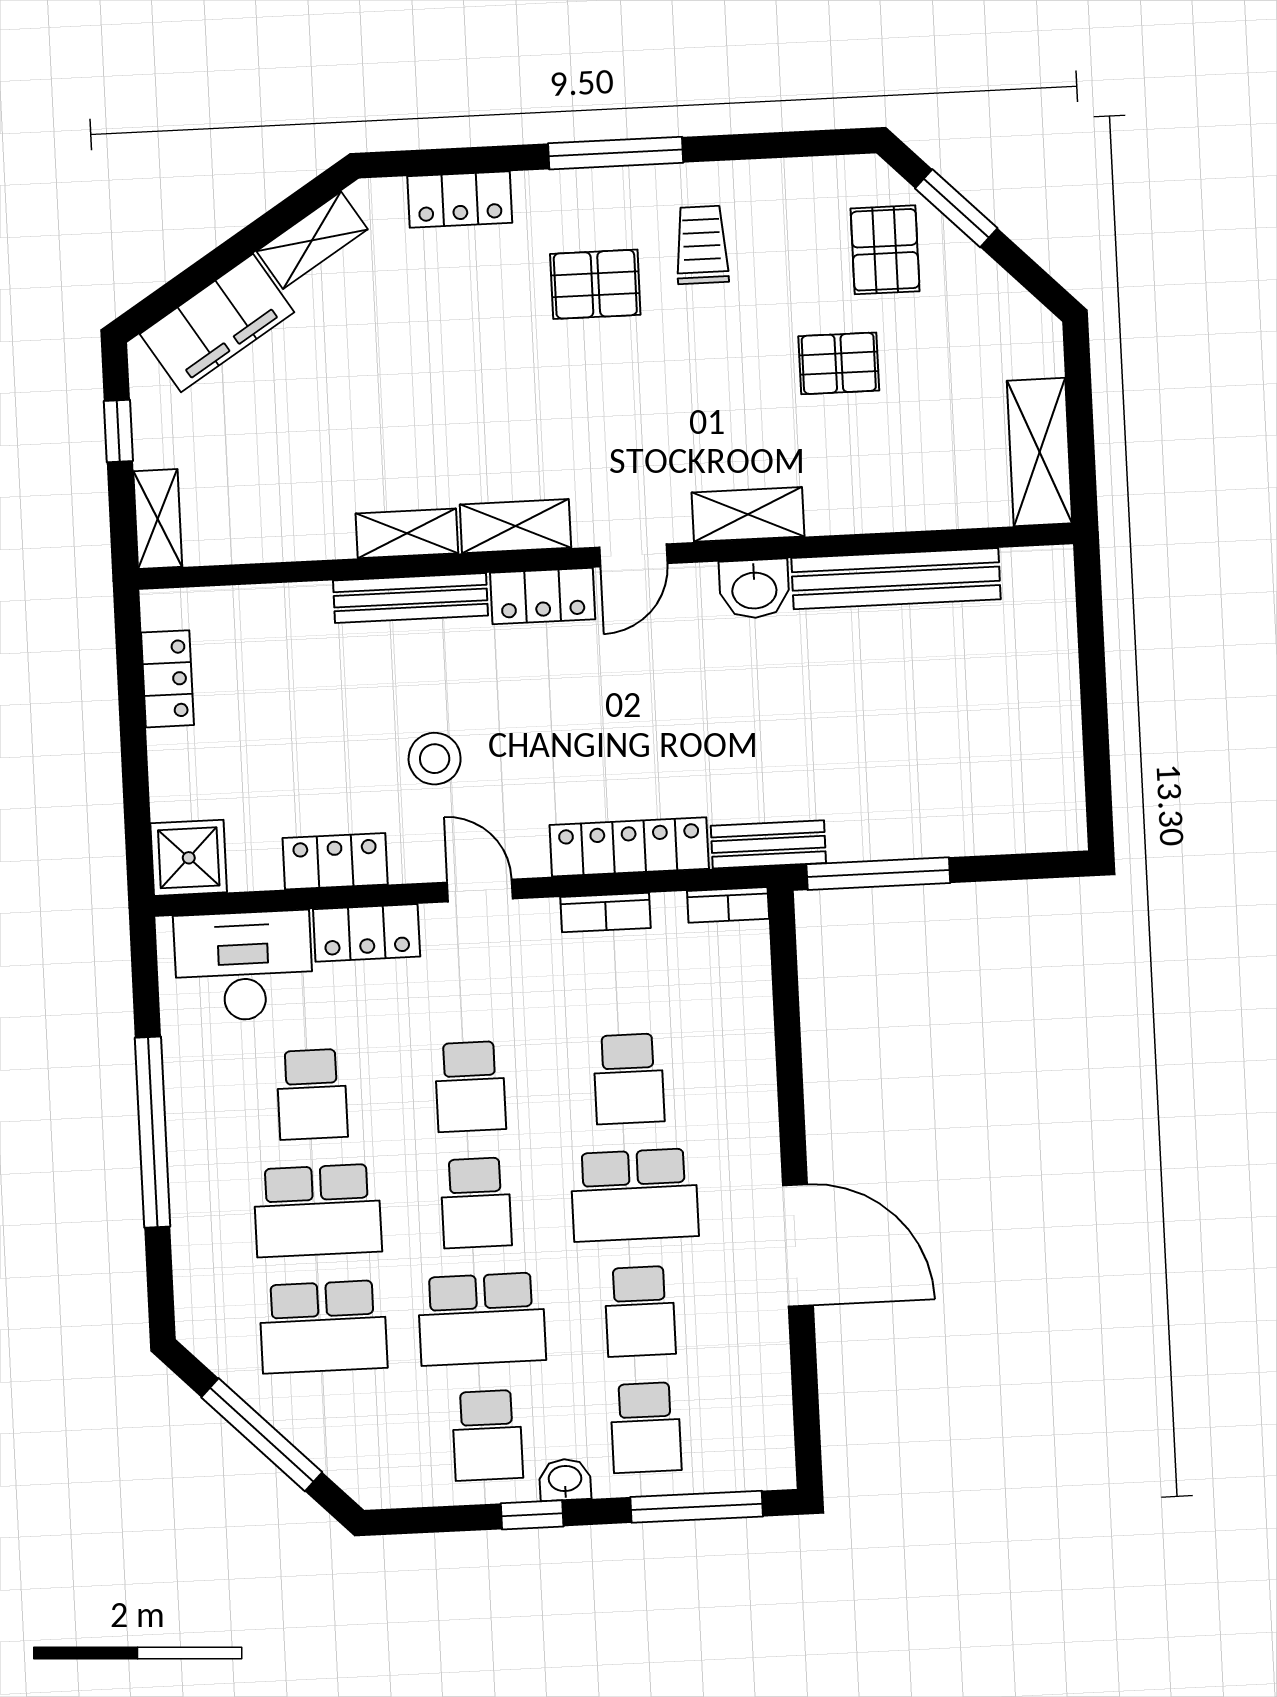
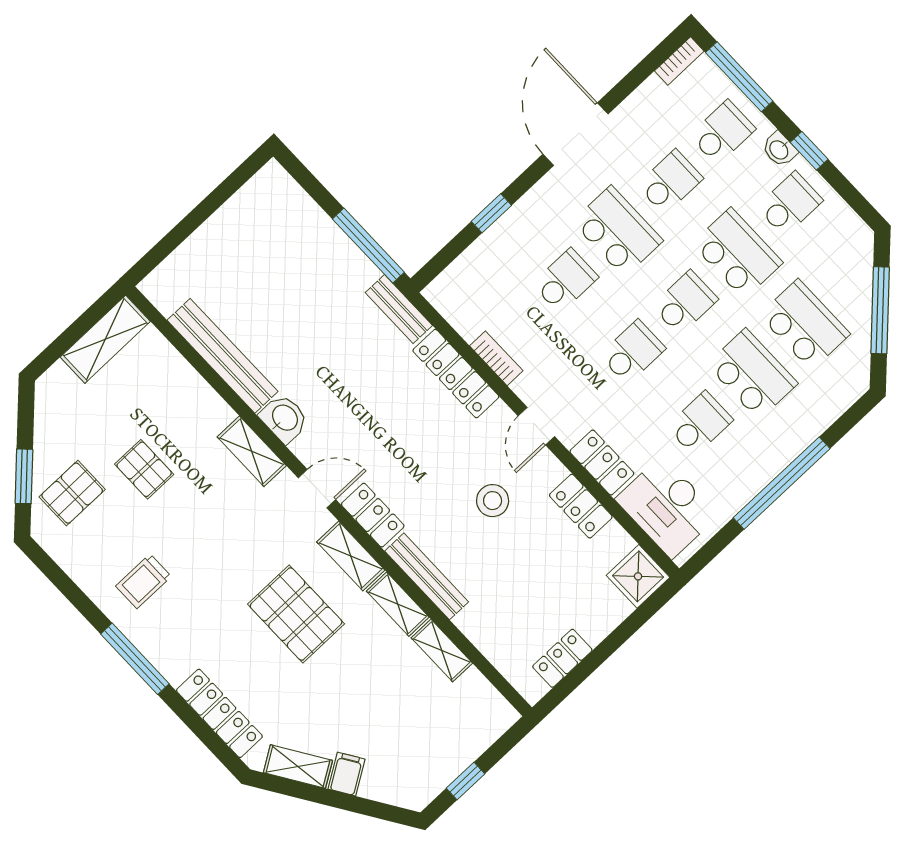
locker: (460, 200) -> (219, 713), width x1.53
pallet: (595, 284) -> (296, 614), moved, width x1.50, depth x1.42
filing cabinet: (217, 323) -> (347, 774), width x0.33, depth x0.86
shelving: (158, 519) -> (442, 650), moved, turned 90
bookcase: (728, 905) -> (679, 61), moved, turned 90
window: (789, 1059) -> (491, 213), added

